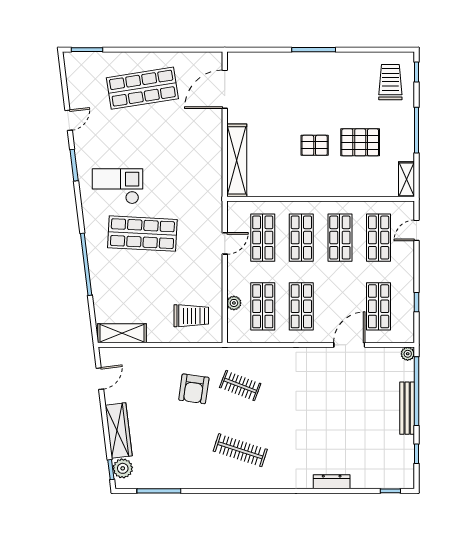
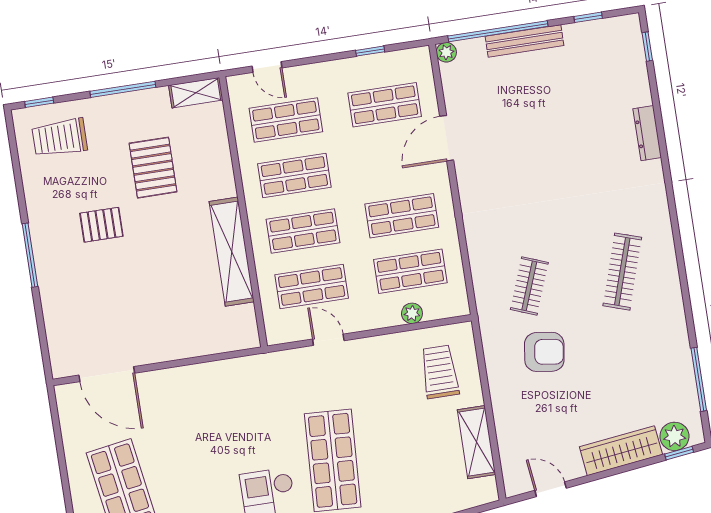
pallet: (315, 145) -> (101, 225), moved, turned 90
shelving: (237, 160) -> (232, 252), moved, turned 90
shelving: (122, 333) -> (476, 442), moved
door: (349, 345) -> (447, 138), hinge flipped

